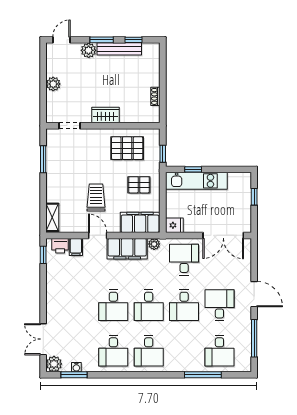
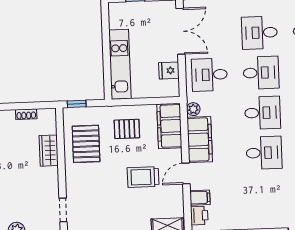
wardrobe: (105, 115) -> (49, 151), moved
window: (163, 154) -> (77, 104), moved
window: (193, 169) -> (107, 68), removed
pallet: (139, 185) -> (127, 129), turned 90
fridge: (174, 225) -> (169, 71), moved, turned -90

